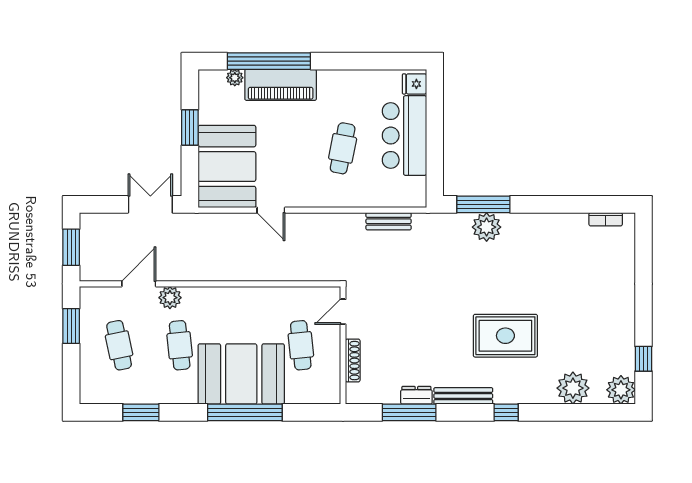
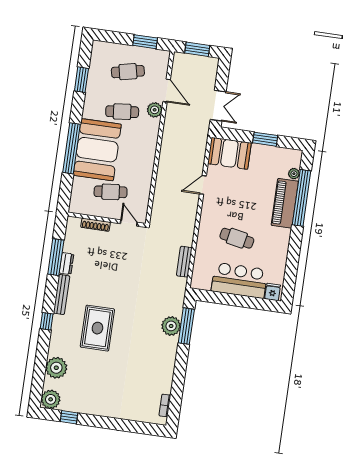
booth: (227, 167) -> (229, 153), width x0.73, depth x0.70

